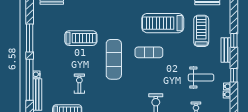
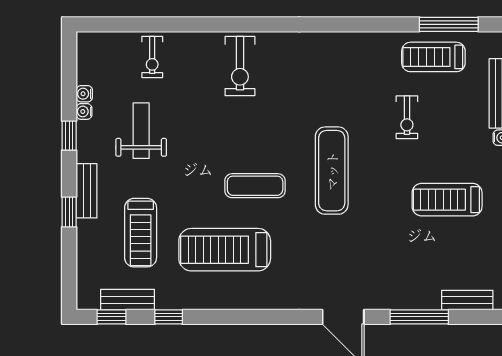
treadmill: (163, 23) -> (225, 250), turned 180
treadmill: (81, 38) -> (447, 200), moved
weight bench: (201, 78) -> (141, 131), turned 90

